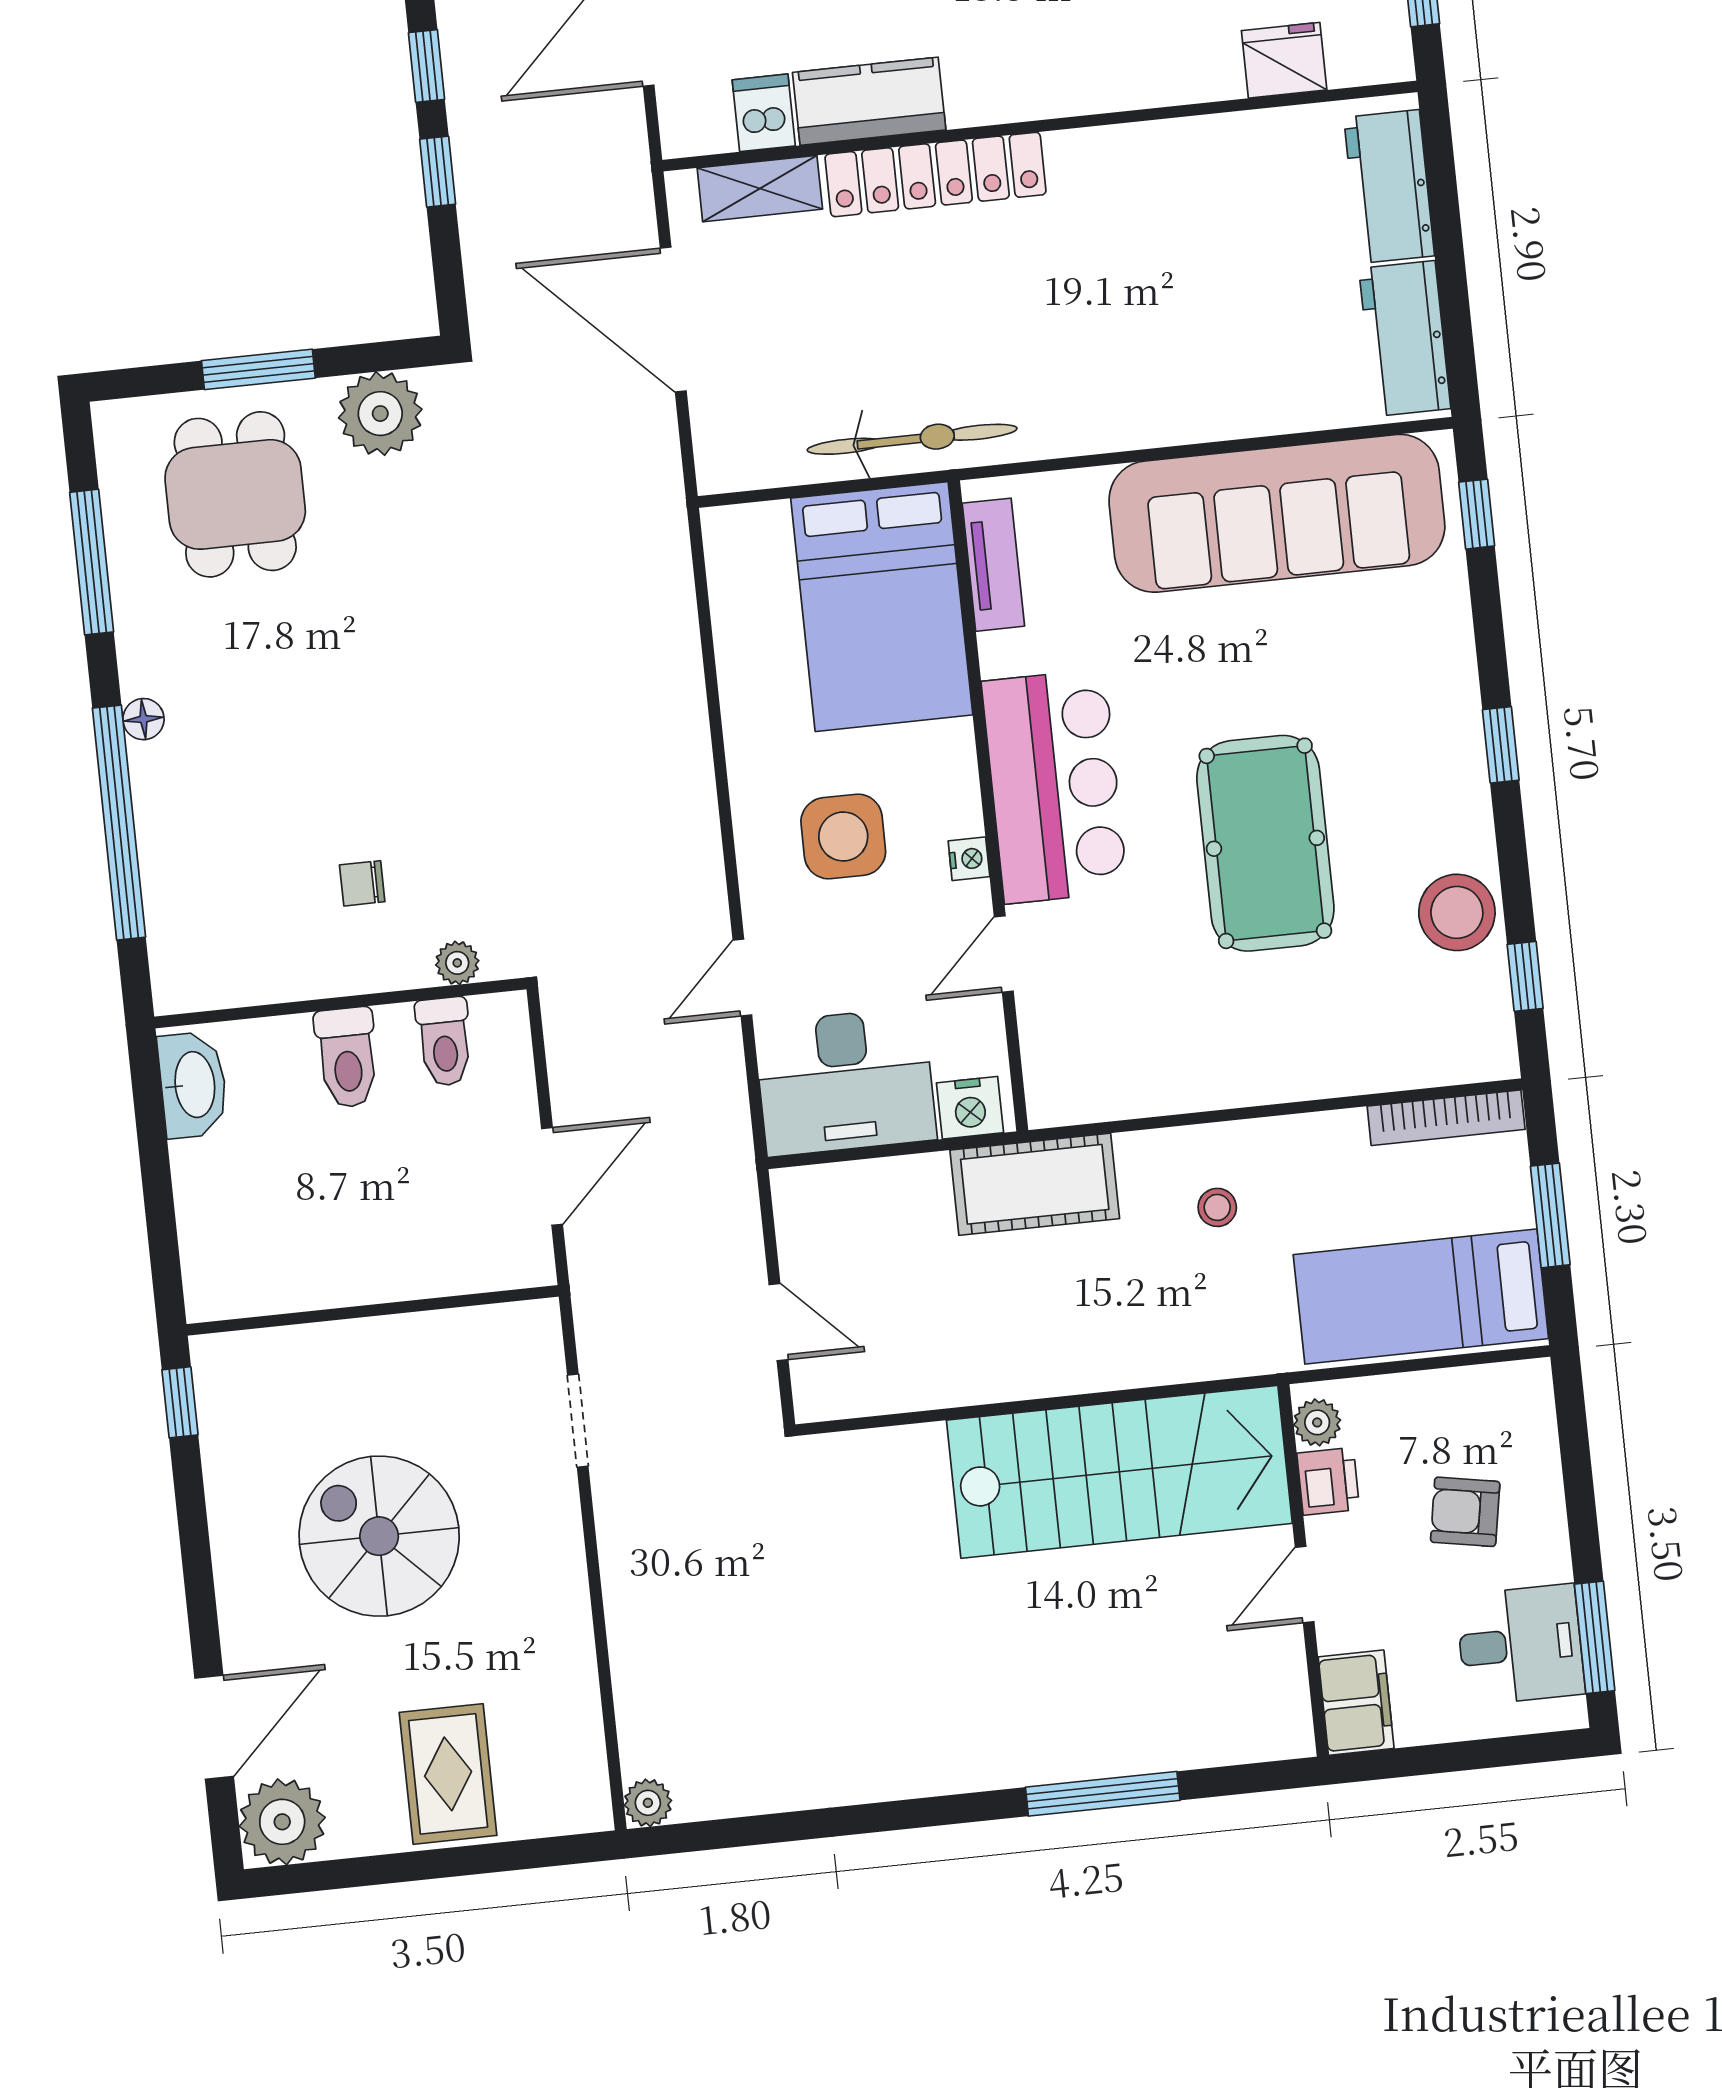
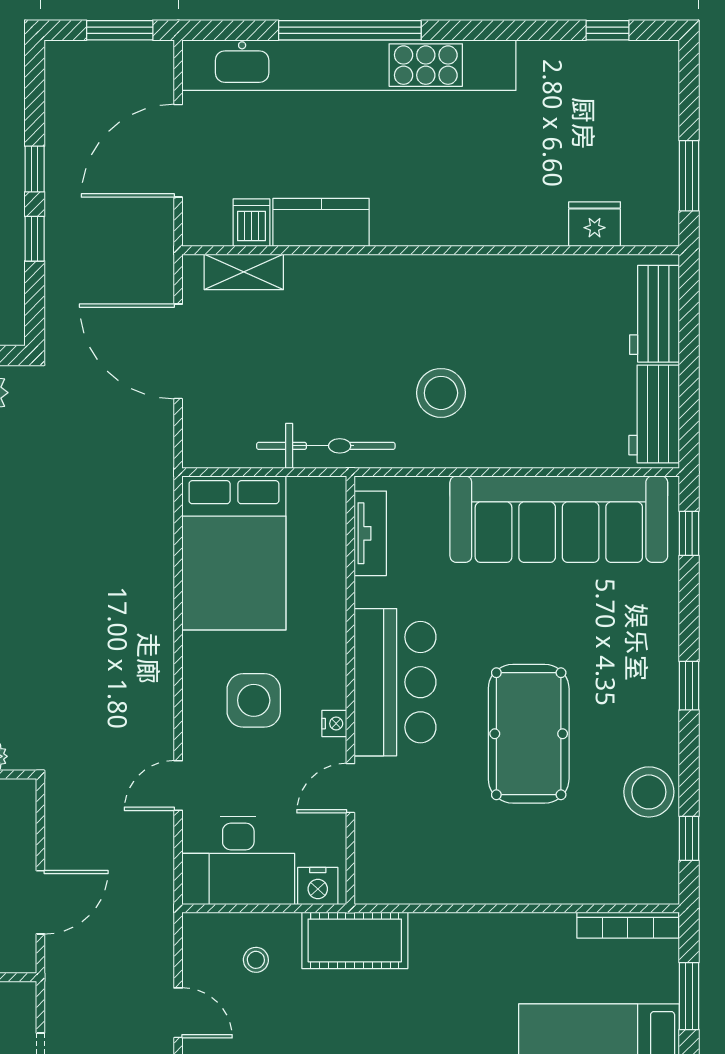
locker: (935, 174) -> (359, 275), removed
stool: (1078, 341) -> (441, 393), added
bed: (882, 607) -> (234, 553), moved
stool: (1217, 1207) -> (256, 960), moved

